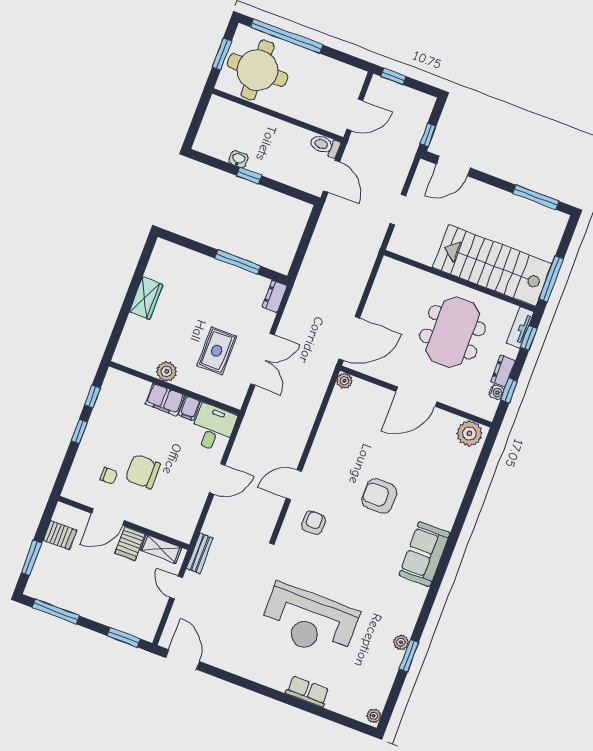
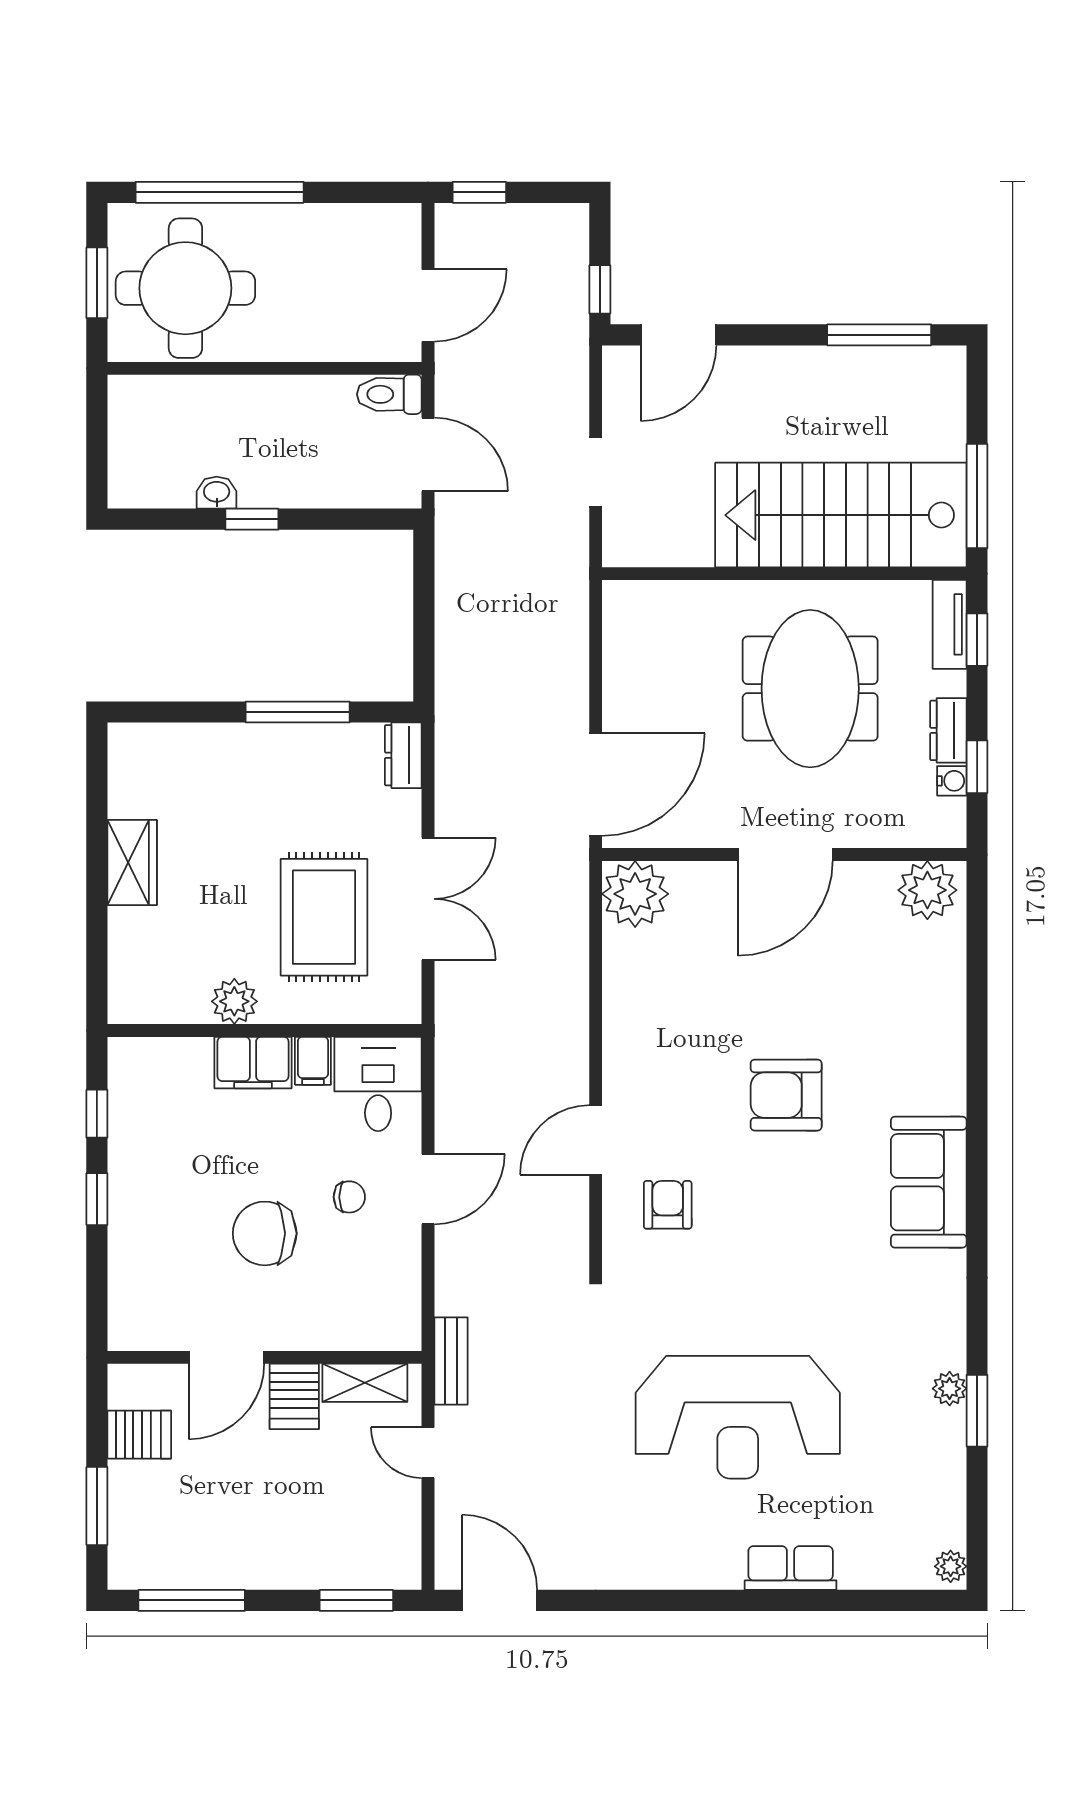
rug: (217, 351) -> (324, 917), width x1.36, depth x1.43
plant: (344, 381) -> (635, 894), width x1.87, depth x1.87
chair: (109, 476) -> (349, 1197), moved

